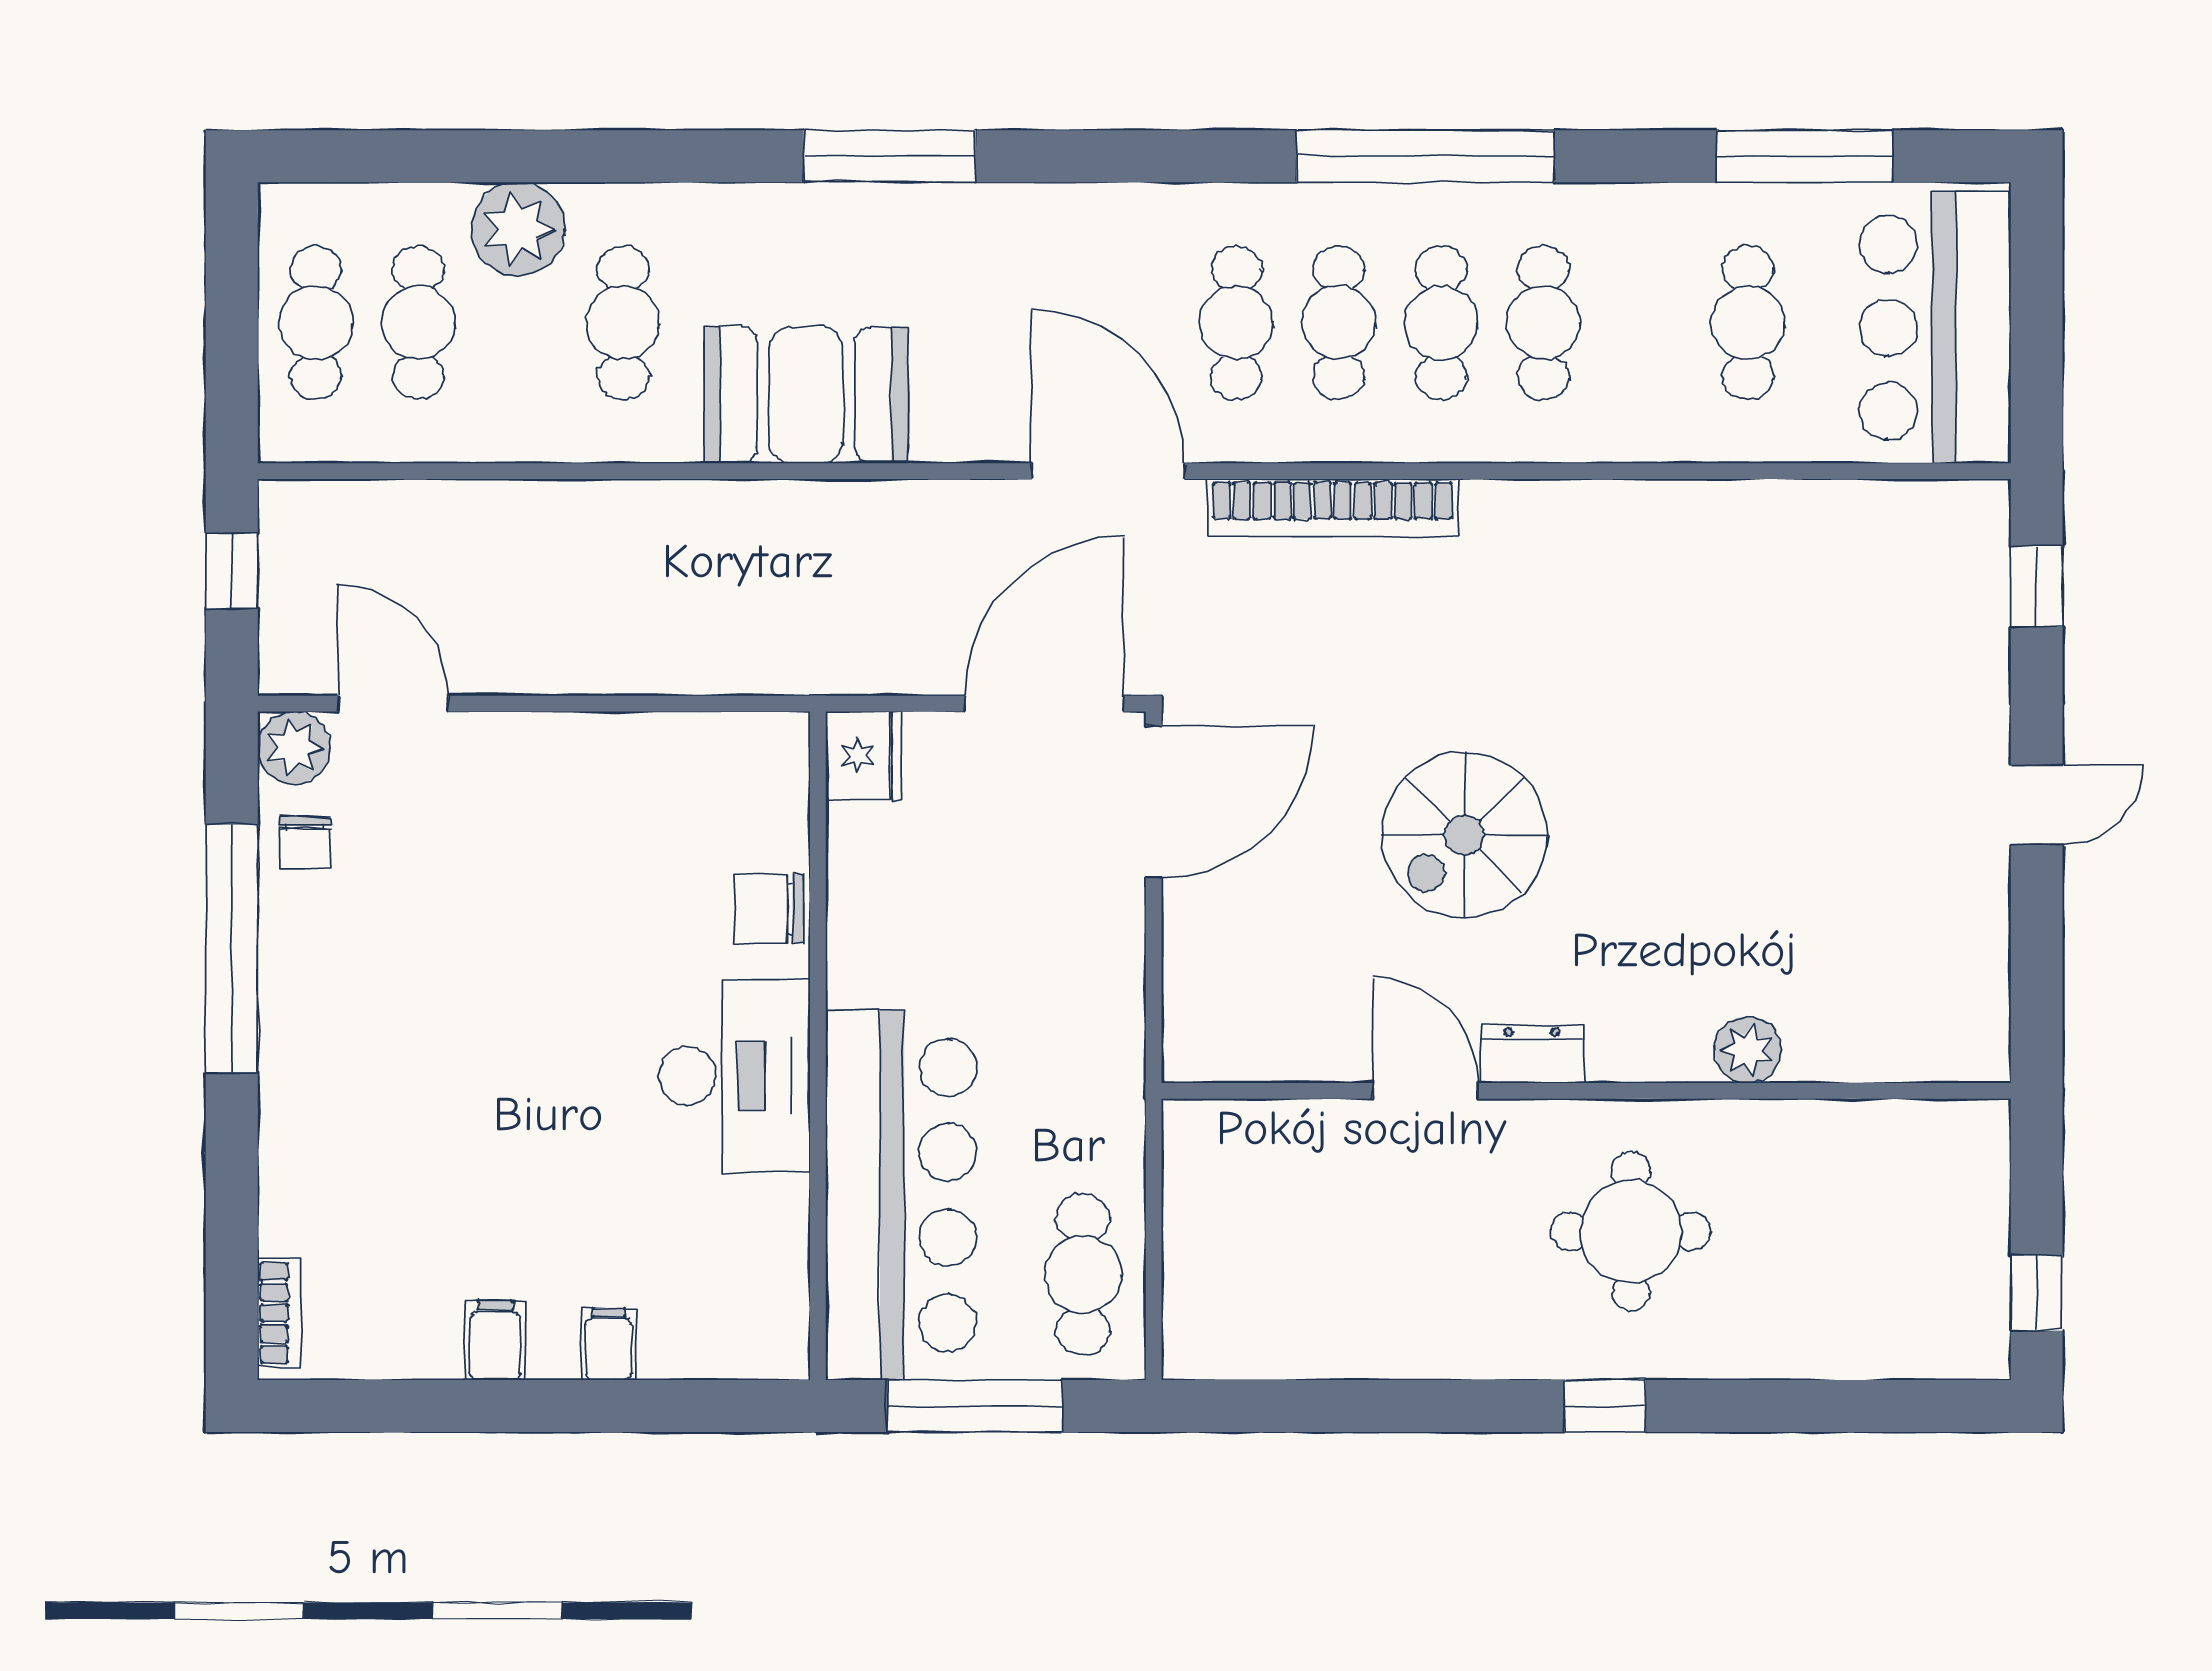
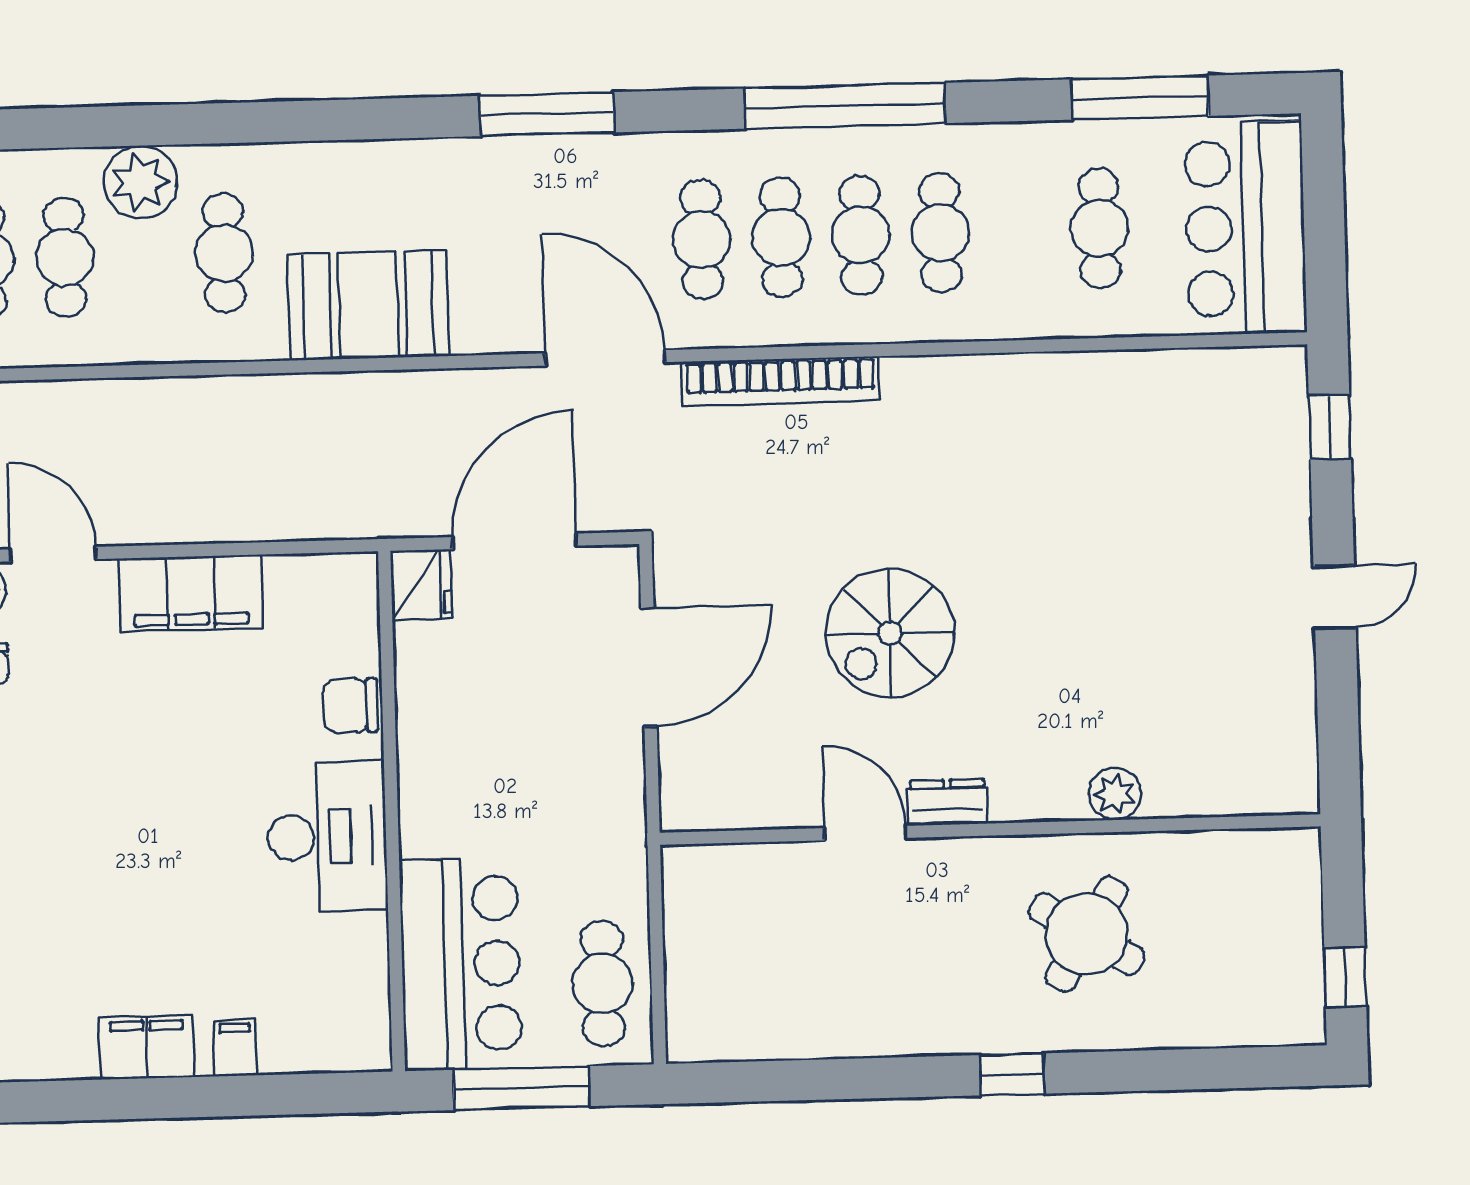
window: (890, 156) -> (547, 114), moved
door: (1044, 704) -> (514, 541), moved
filing cabinet: (568, 759) -> (191, 593), added
door: (1154, 802) -> (649, 667), moved
bar counter: (901, 1195) -> (461, 964), width x0.73
round table: (1631, 1231) -> (1087, 934), moved, turned 32
filing cabinet: (495, 1340) -> (147, 1047), width x2.00

